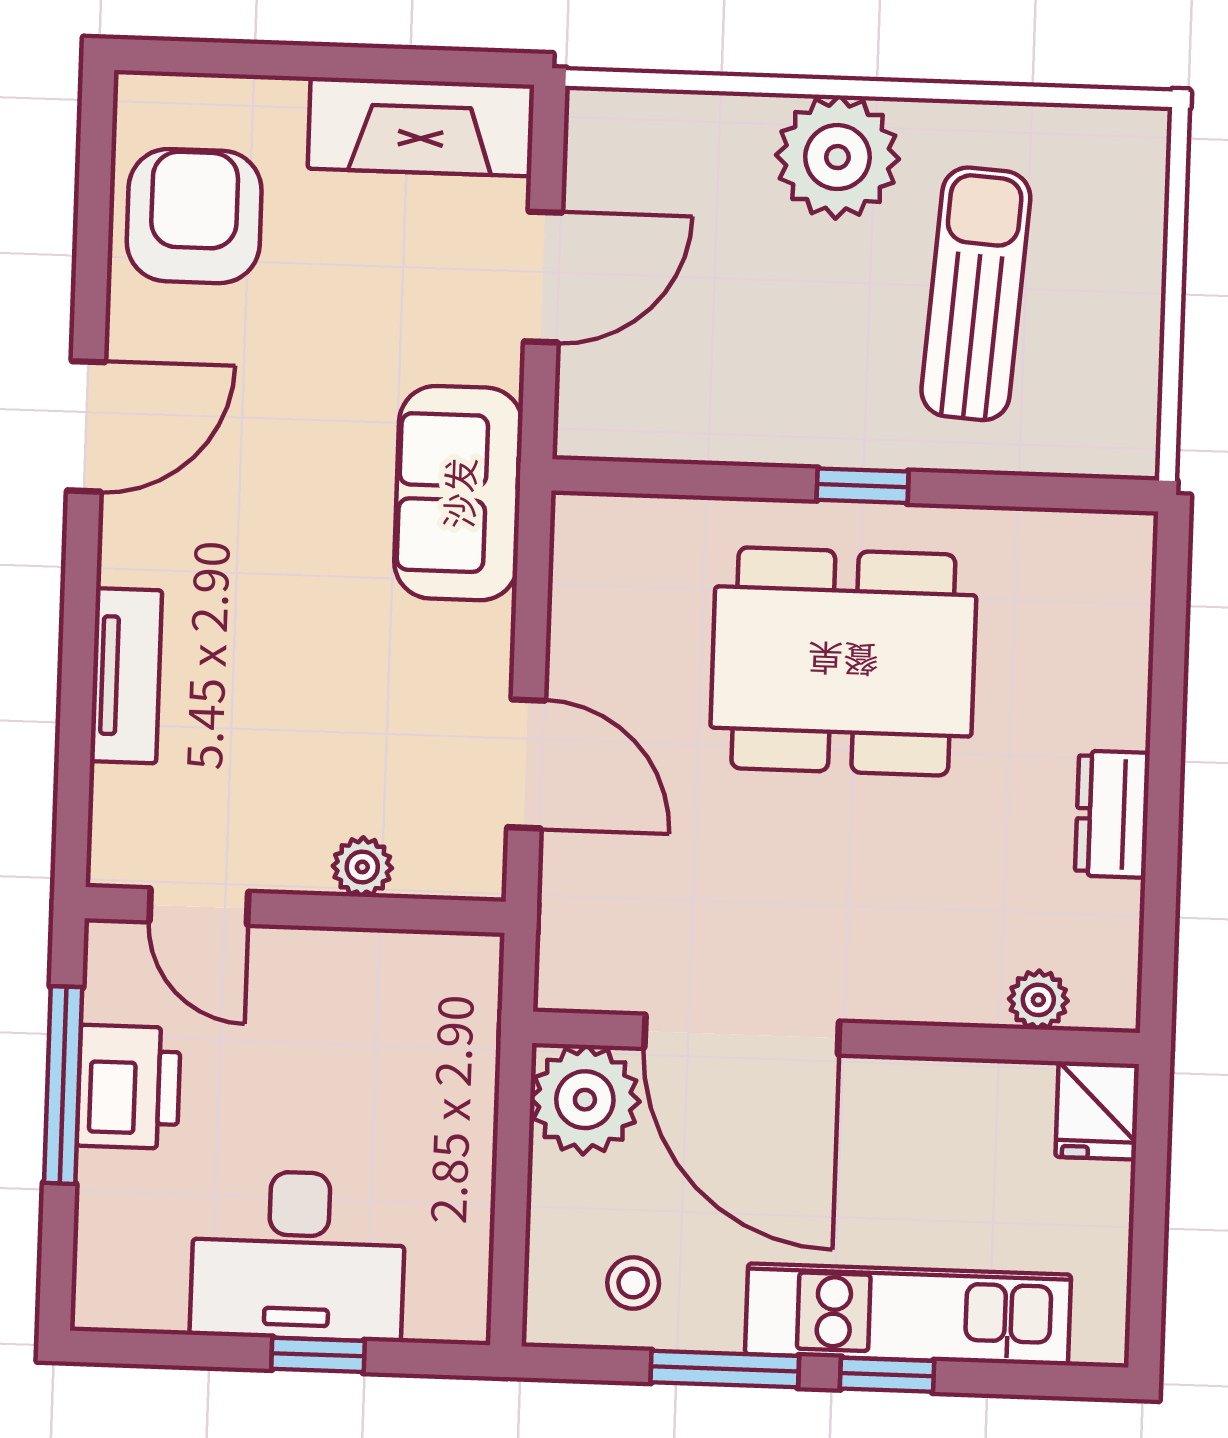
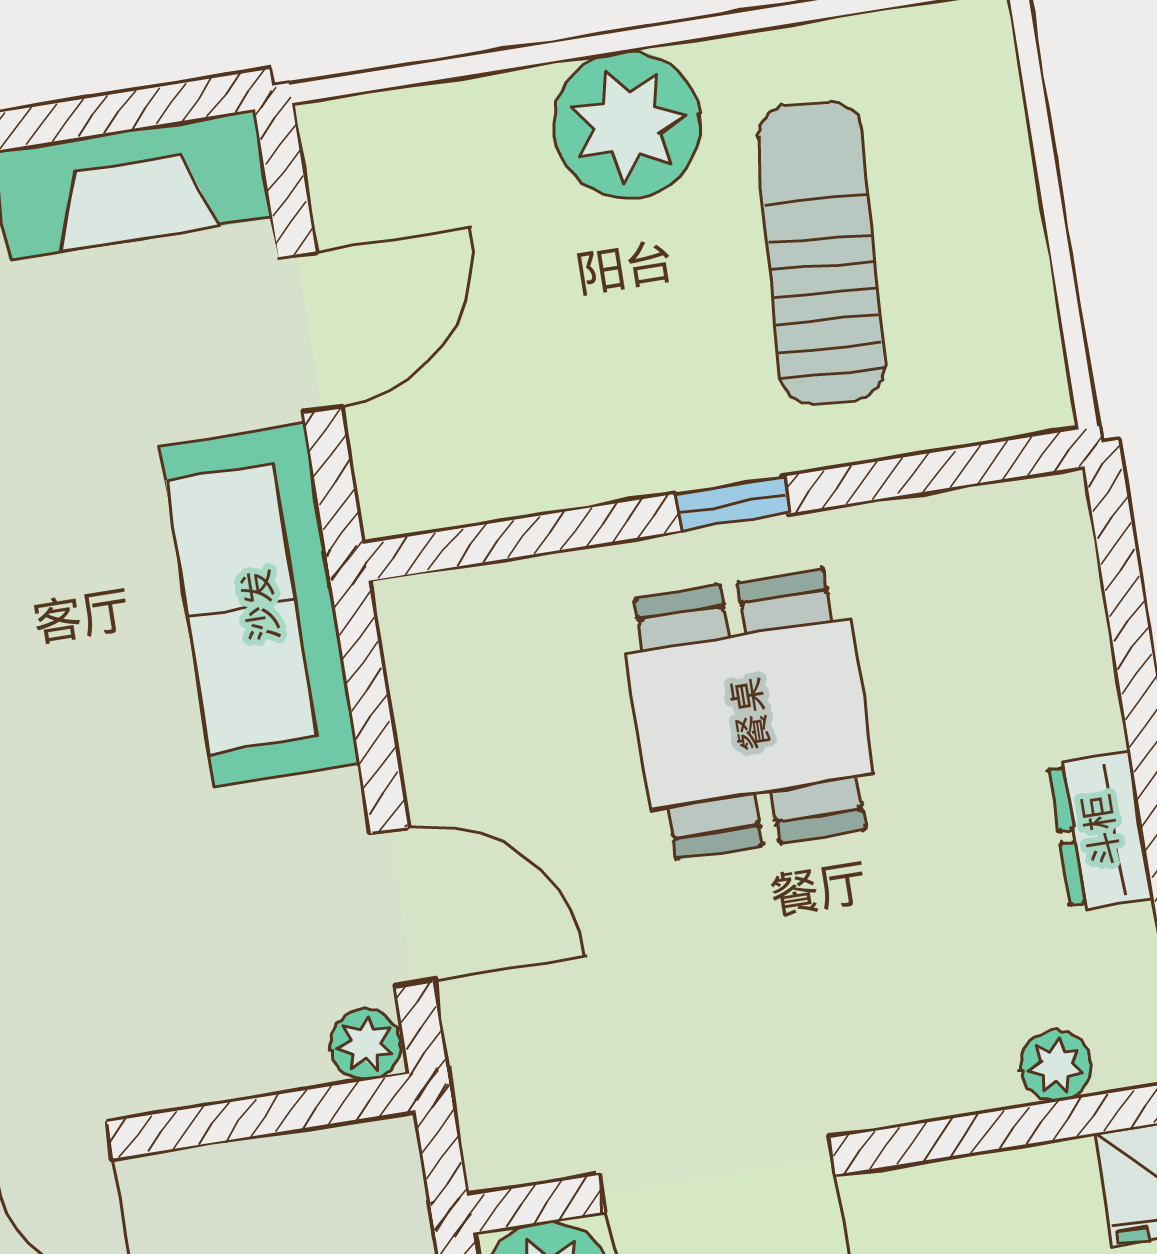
sofa: (458, 493) -> (260, 605), width x1.36
dining table: (843, 661) -> (750, 714), width x0.73
plant: (362, 867) -> (366, 1044), moved

